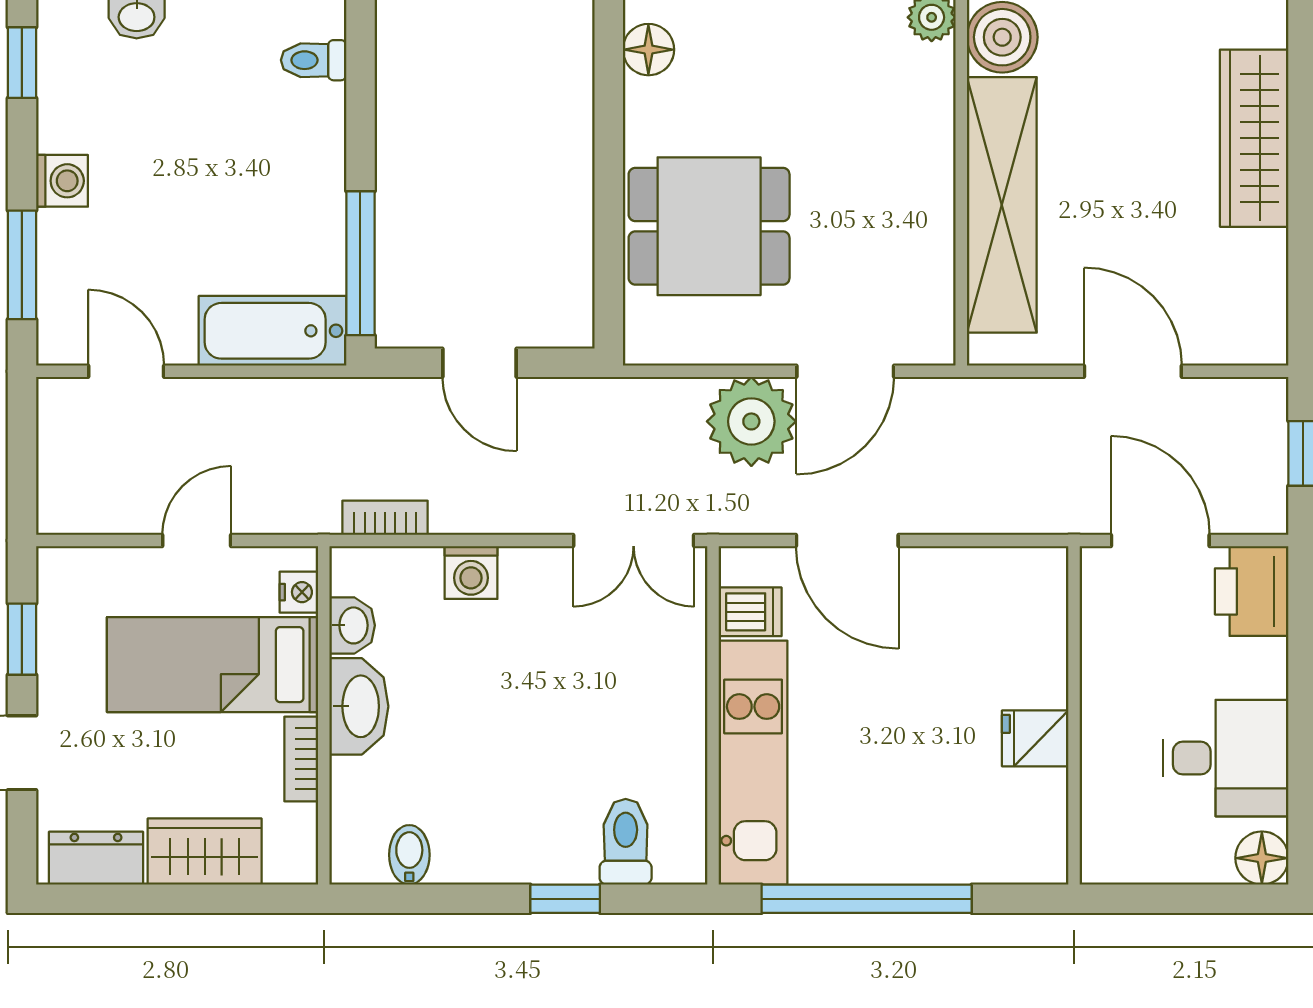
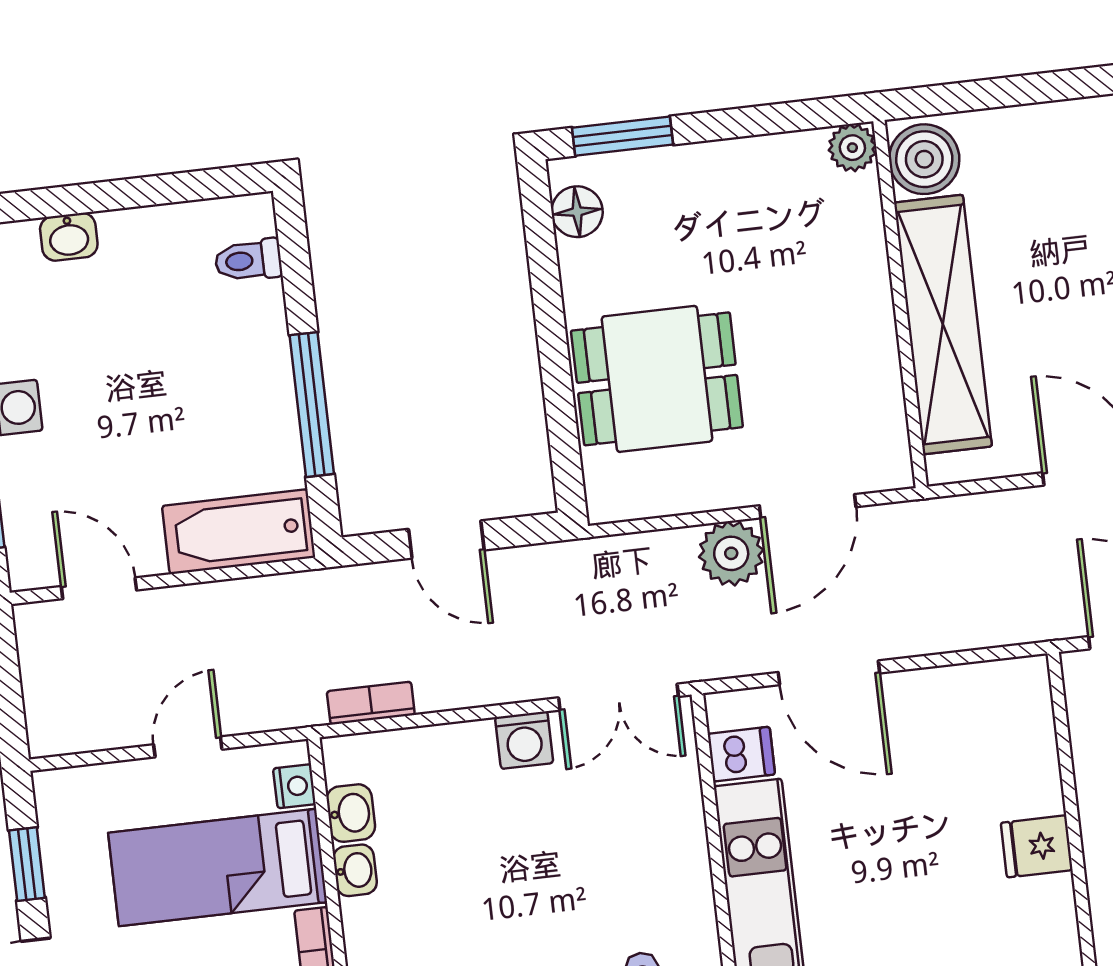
window: (360, 263) -> (312, 405), moved
plant: (751, 421) -> (731, 553), width x0.73, depth x0.73
washing machine: (471, 573) -> (524, 740), moved
washbasin: (359, 706) -> (355, 870), width x0.52, depth x0.69

